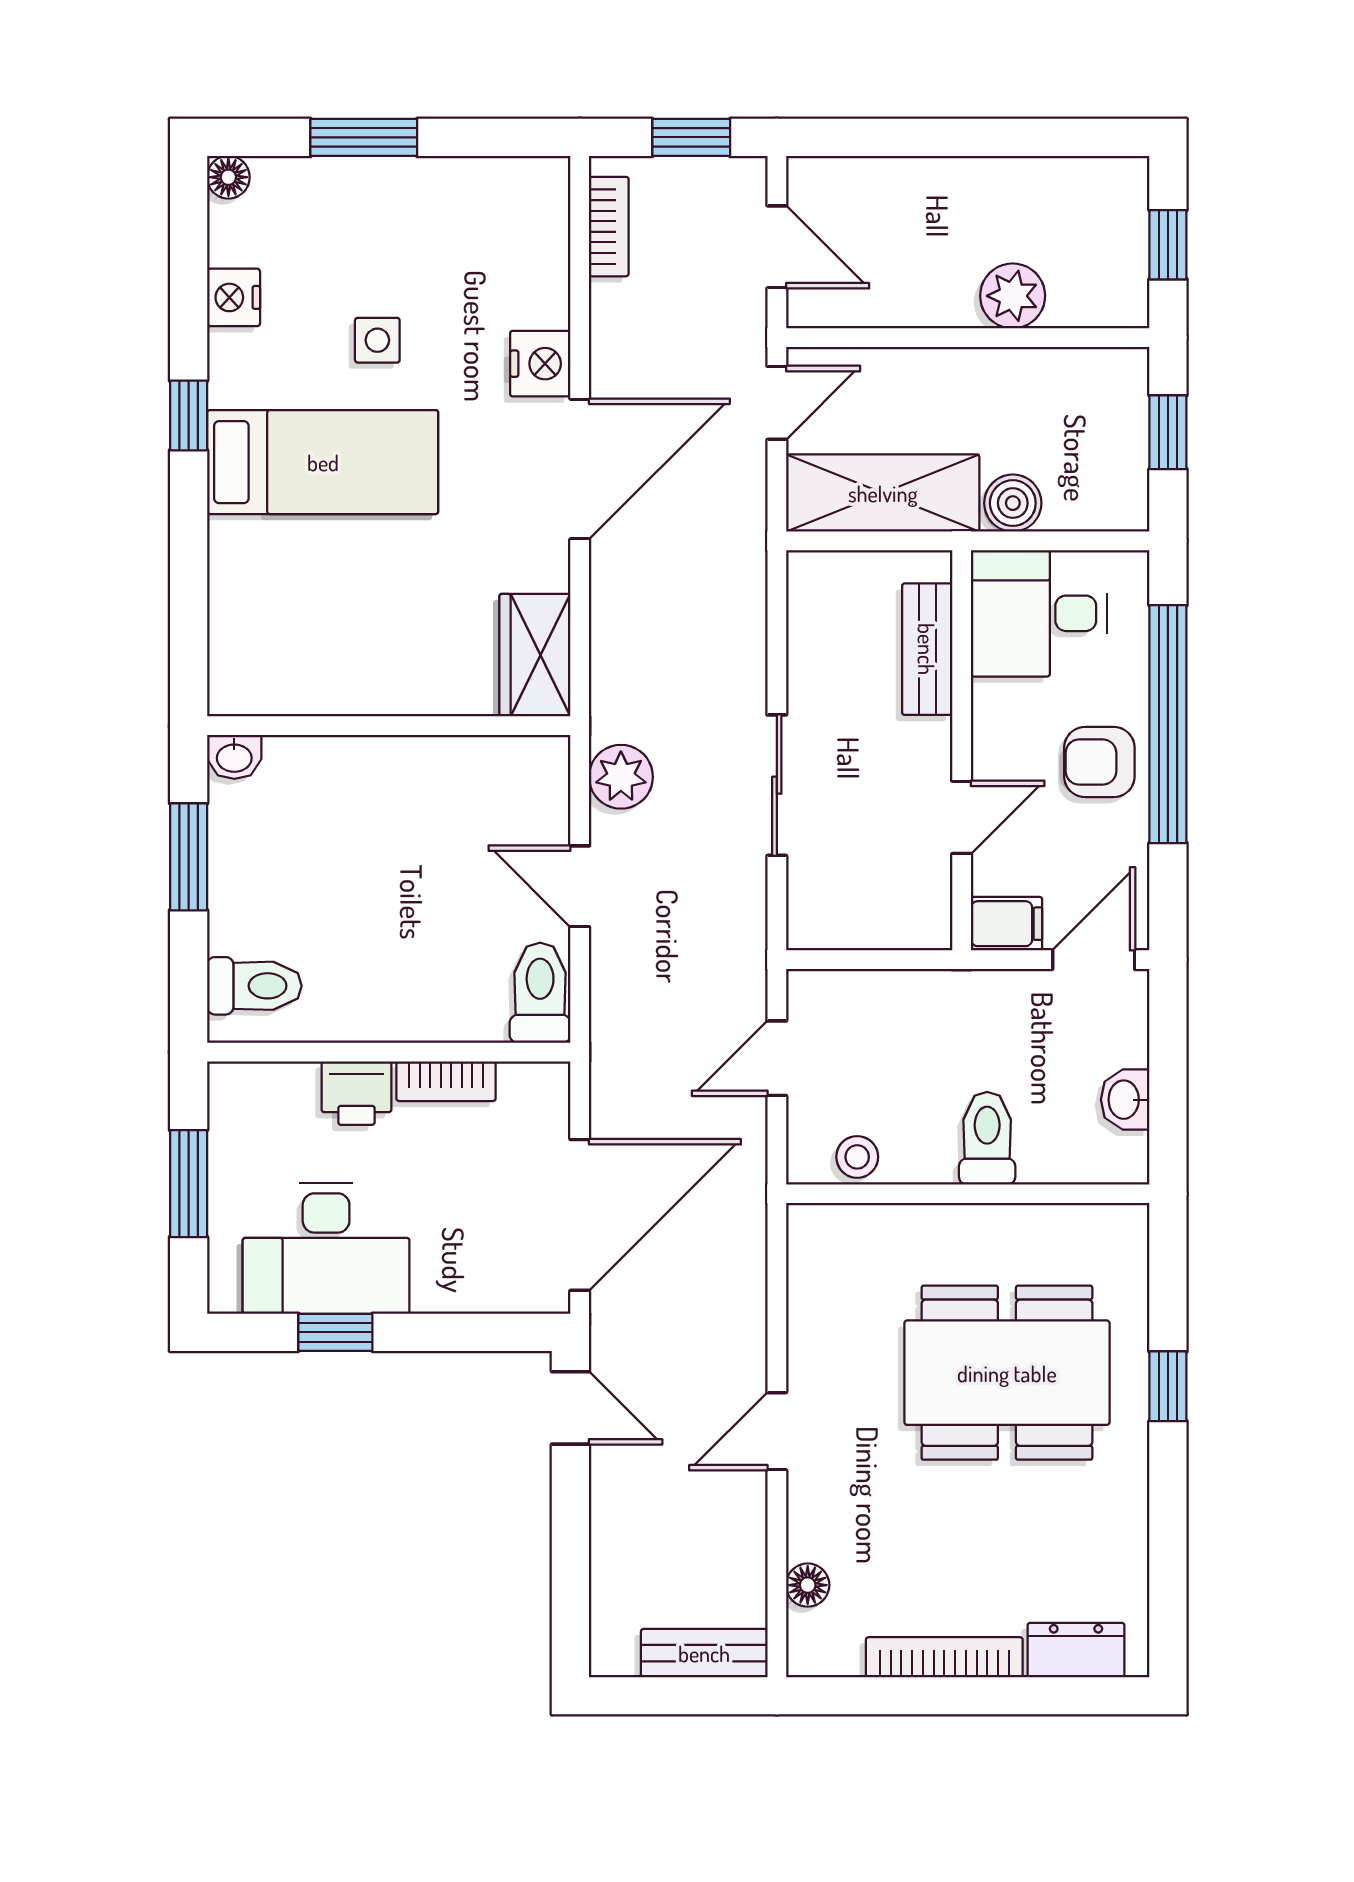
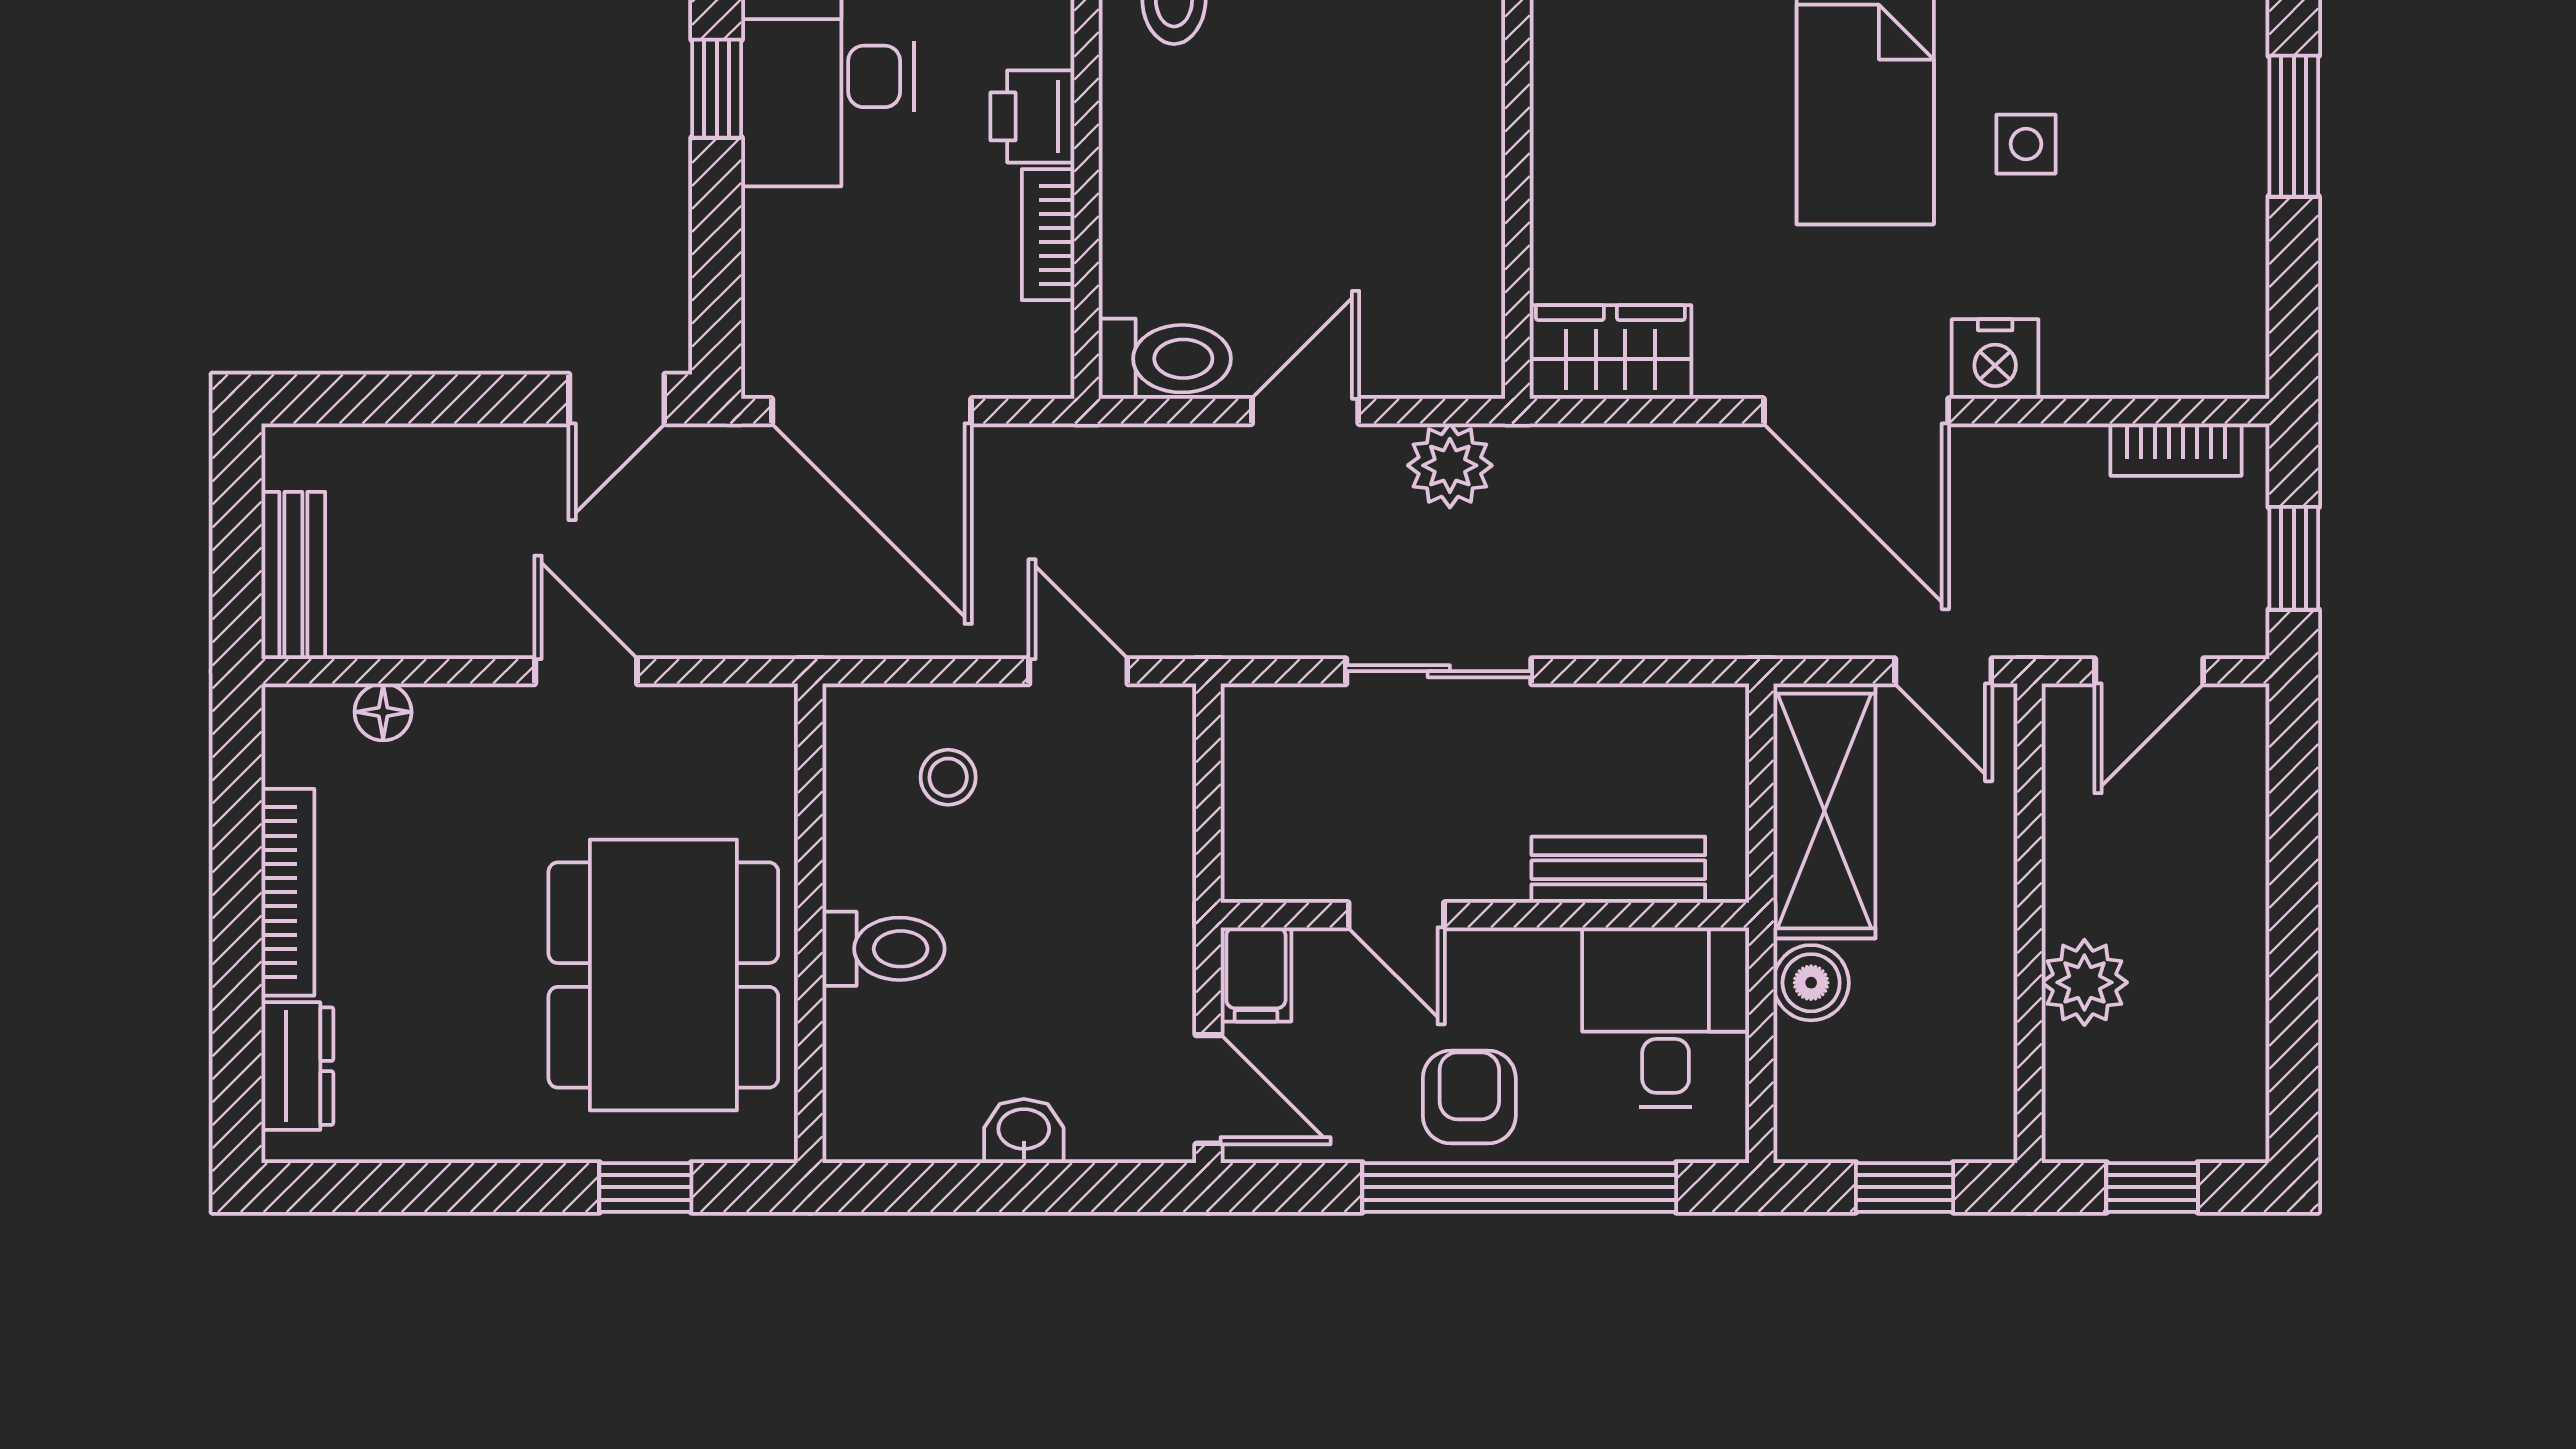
toilet: (987, 1138) -> (883, 949), moved
wall: (968, 1194) -> (810, 923), moved

